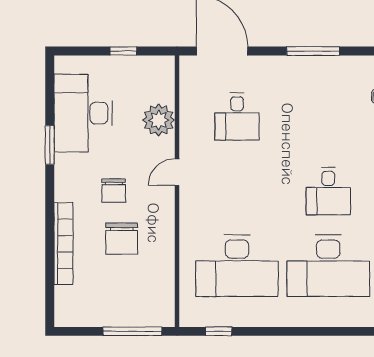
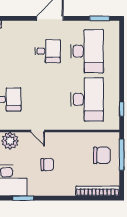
chair: (122, 239) -> (102, 155), moved
bookcase: (63, 244) -> (98, 191), moved

